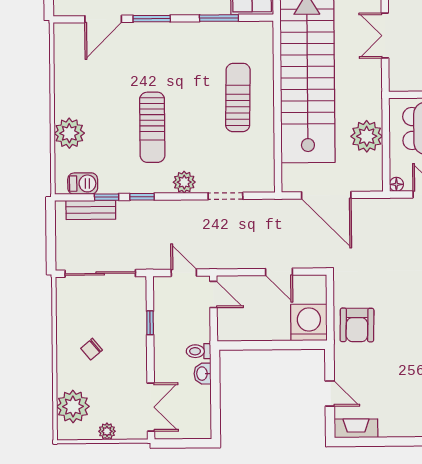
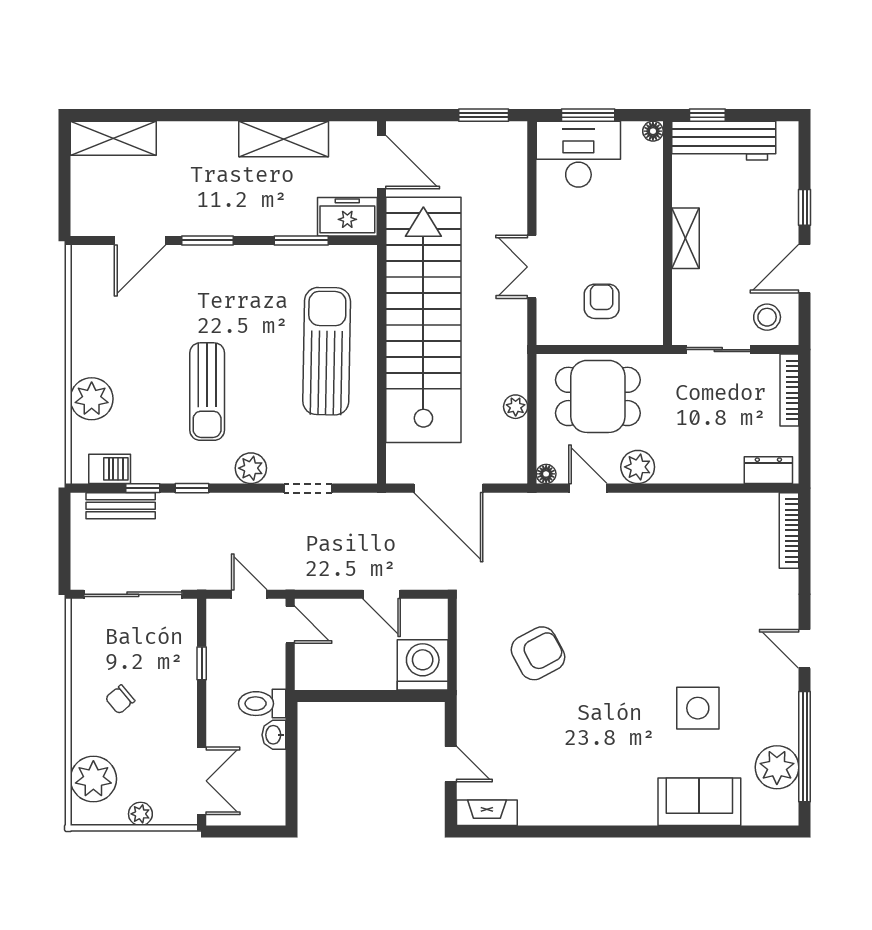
sun lounger: (238, 97) -> (327, 351), width x1.36, depth x1.34
plant: (367, 136) -> (516, 407), width x0.53, depth x0.53
armchair: (357, 325) -> (538, 653), moved, turned -119
toilet: (198, 351) -> (262, 704), width x1.37, depth x1.39

